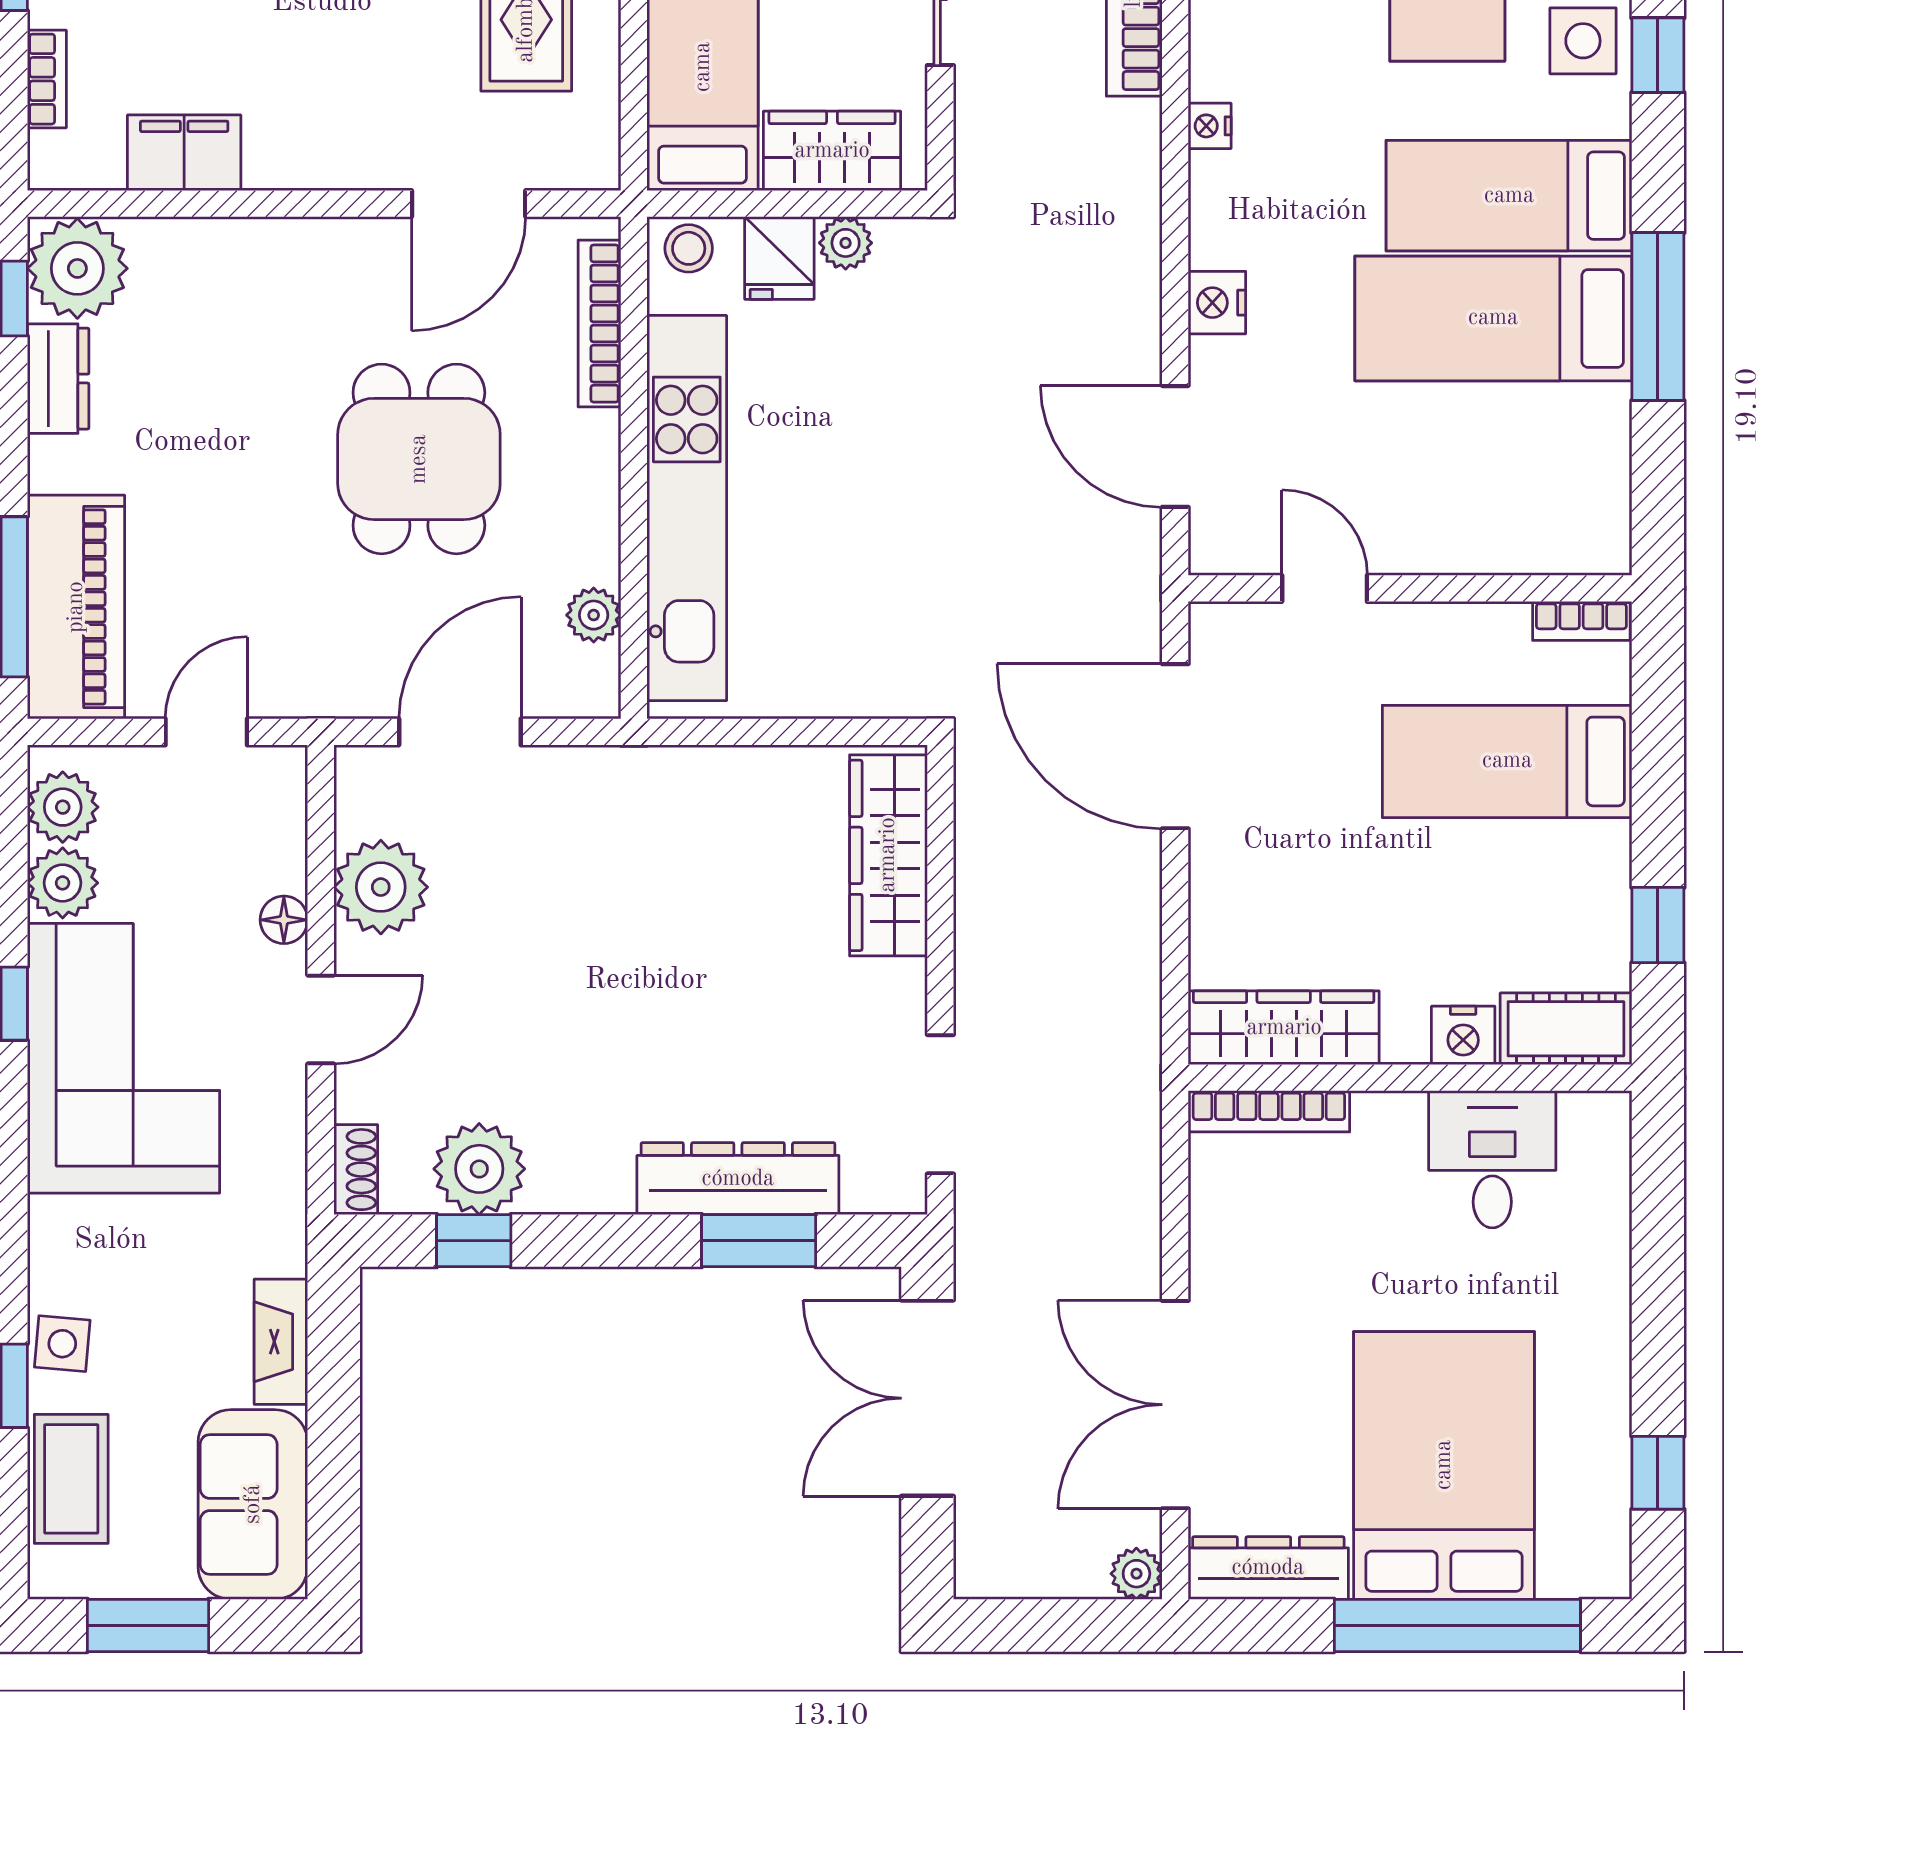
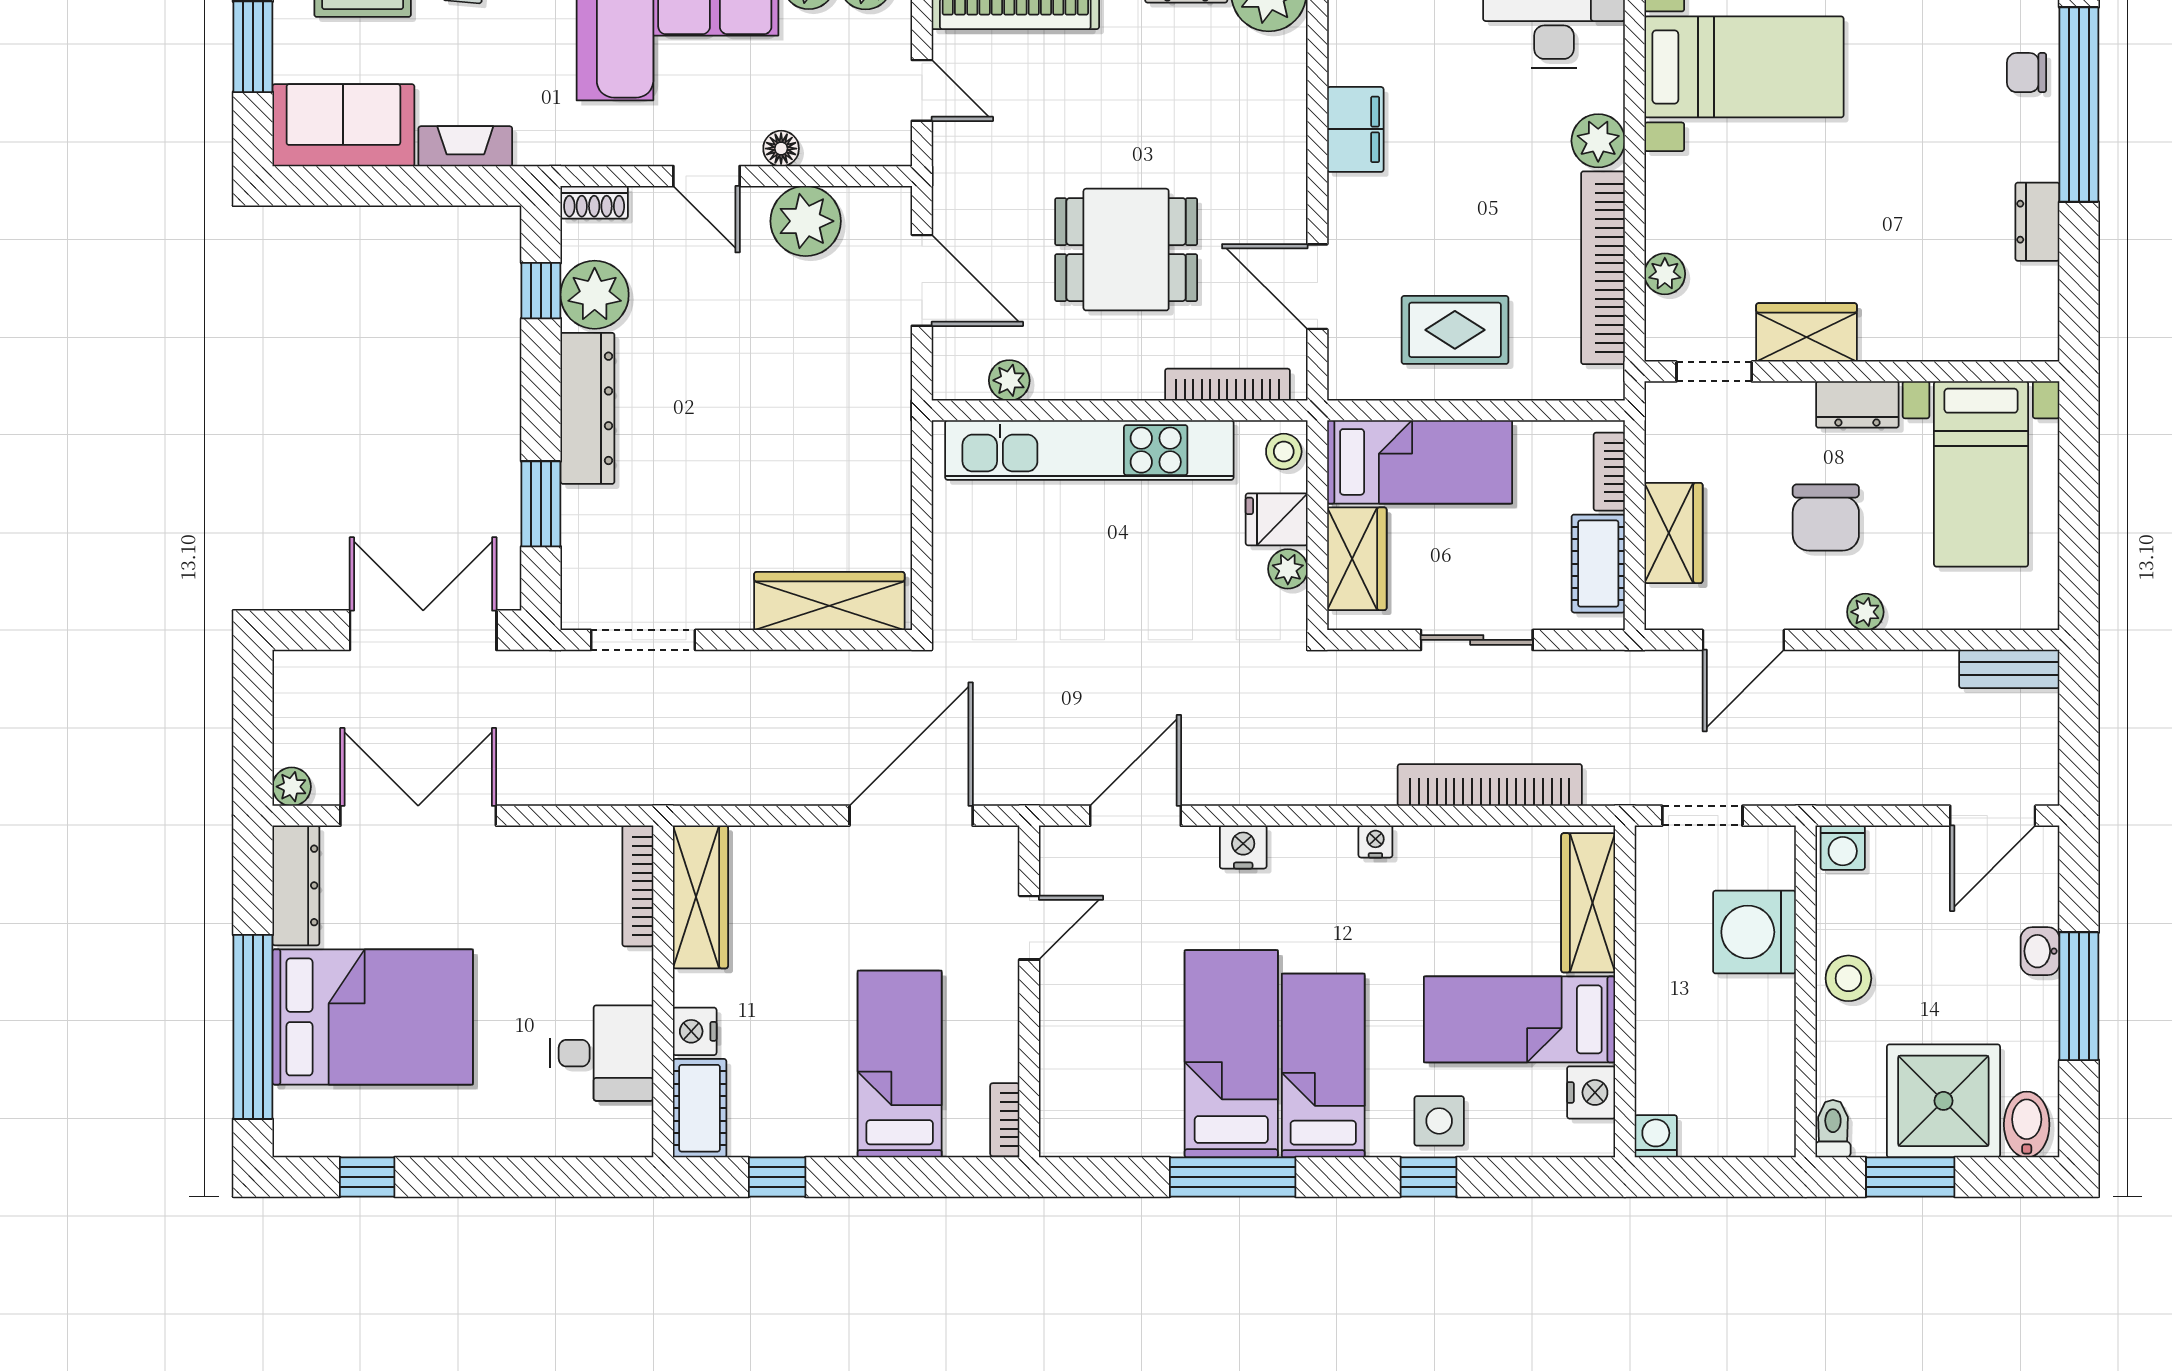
filing cabinet: (184, 153) -> (1355, 129), moved
dresser: (738, 1179) -> (587, 408), moved

